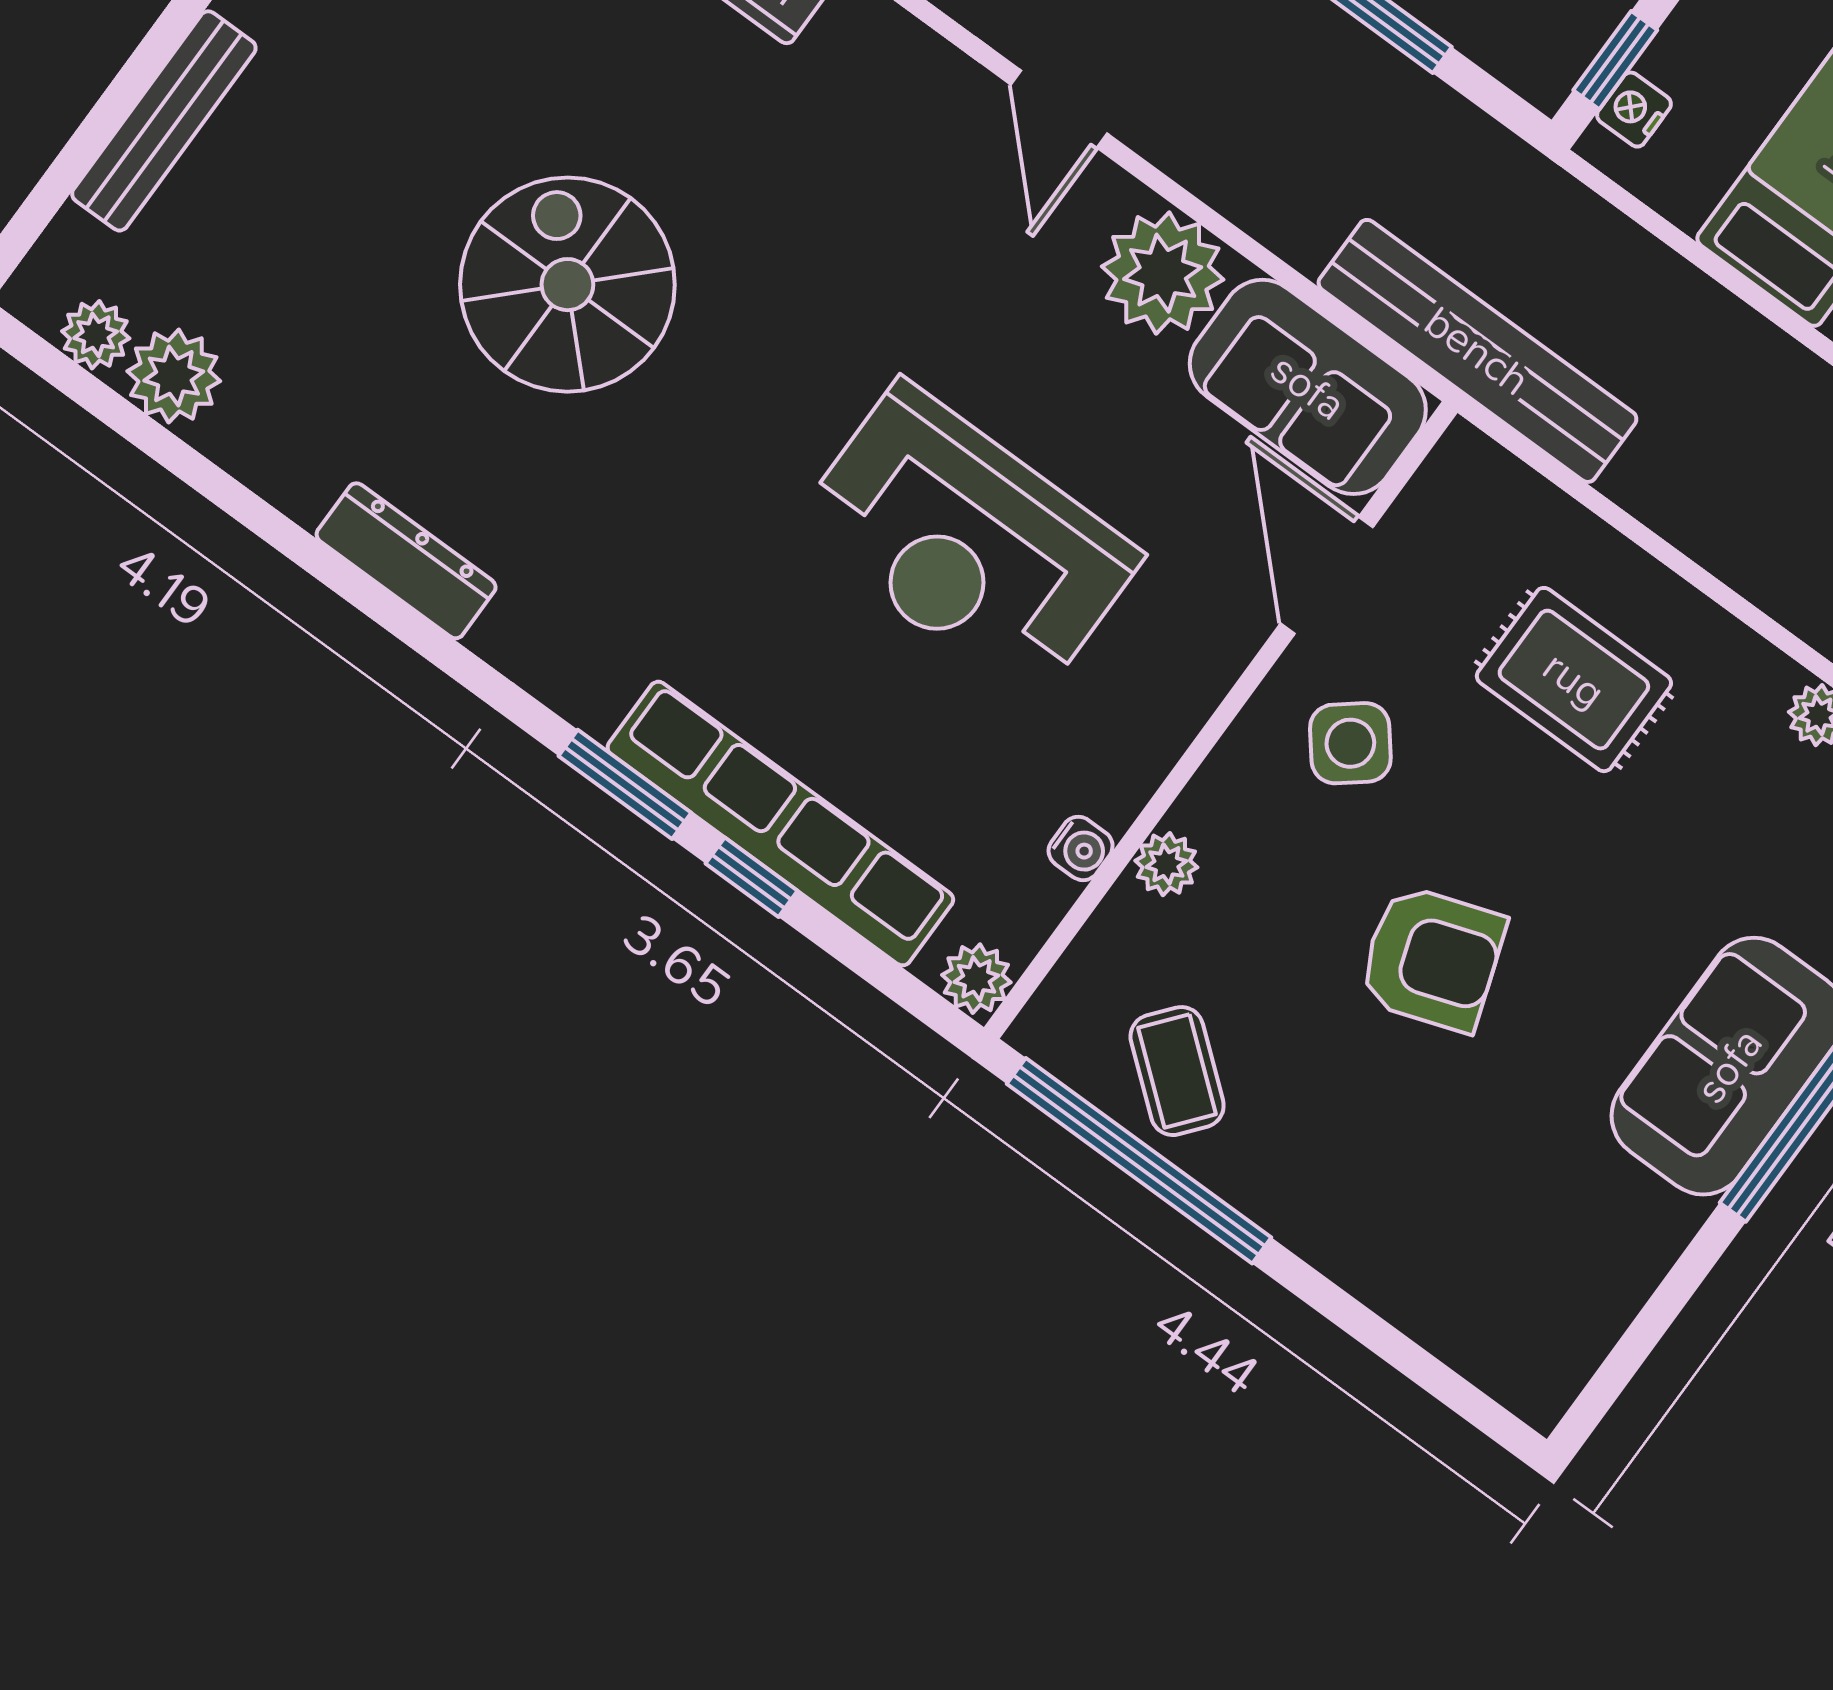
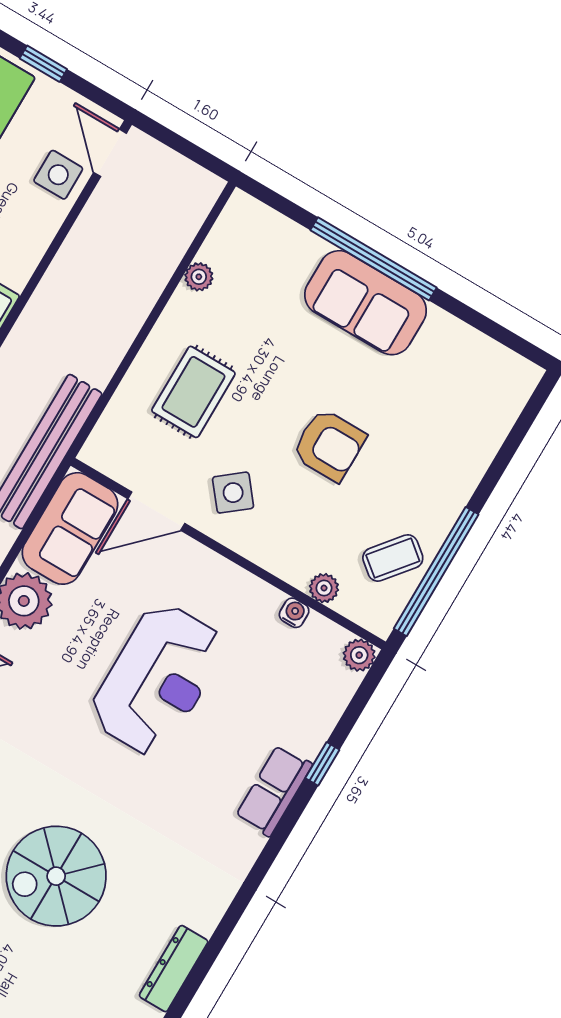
dresser: (406, 561) -> (174, 969), moved
window: (625, 784) -> (285, 827), removed
row of seats: (780, 824) -> (274, 791), width x0.50
plant: (1166, 864) -> (324, 588), moved
armchair: (1432, 958) -> (329, 445), turned 109

